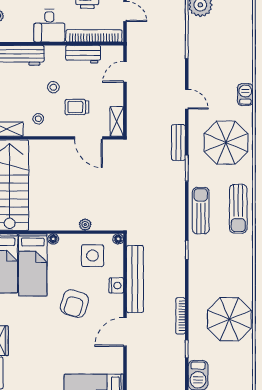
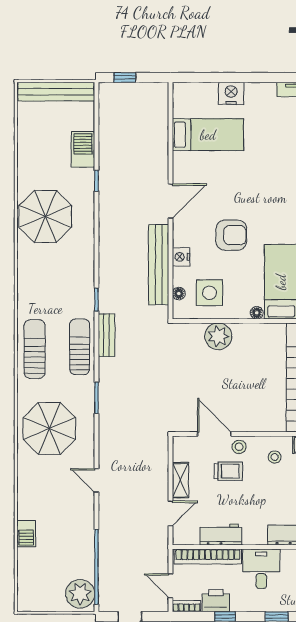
stool: (53, 87) -> (239, 447), moved
barbecue: (245, 95) -> (26, 534), moved
shelving: (117, 121) -> (180, 480), moved
bench: (178, 143) -> (106, 335), moved
sun lounger: (201, 211) -> (80, 347), turned 180
plant: (85, 225) -> (218, 336), width x1.88, depth x1.88
floor lamp: (118, 239) -> (179, 293), moved
armchair: (74, 304) -> (231, 235), turned 73
bookcase: (181, 316) -> (104, 220), removed

